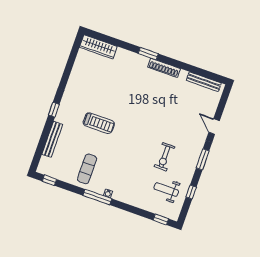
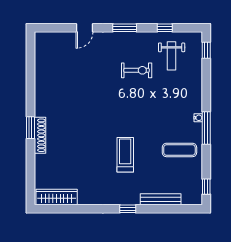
wardrobe: (98, 47) -> (57, 197), moved, turned -90
shoe rack: (164, 68) -> (40, 135), moved
bench: (204, 82) -> (40, 56), removed

